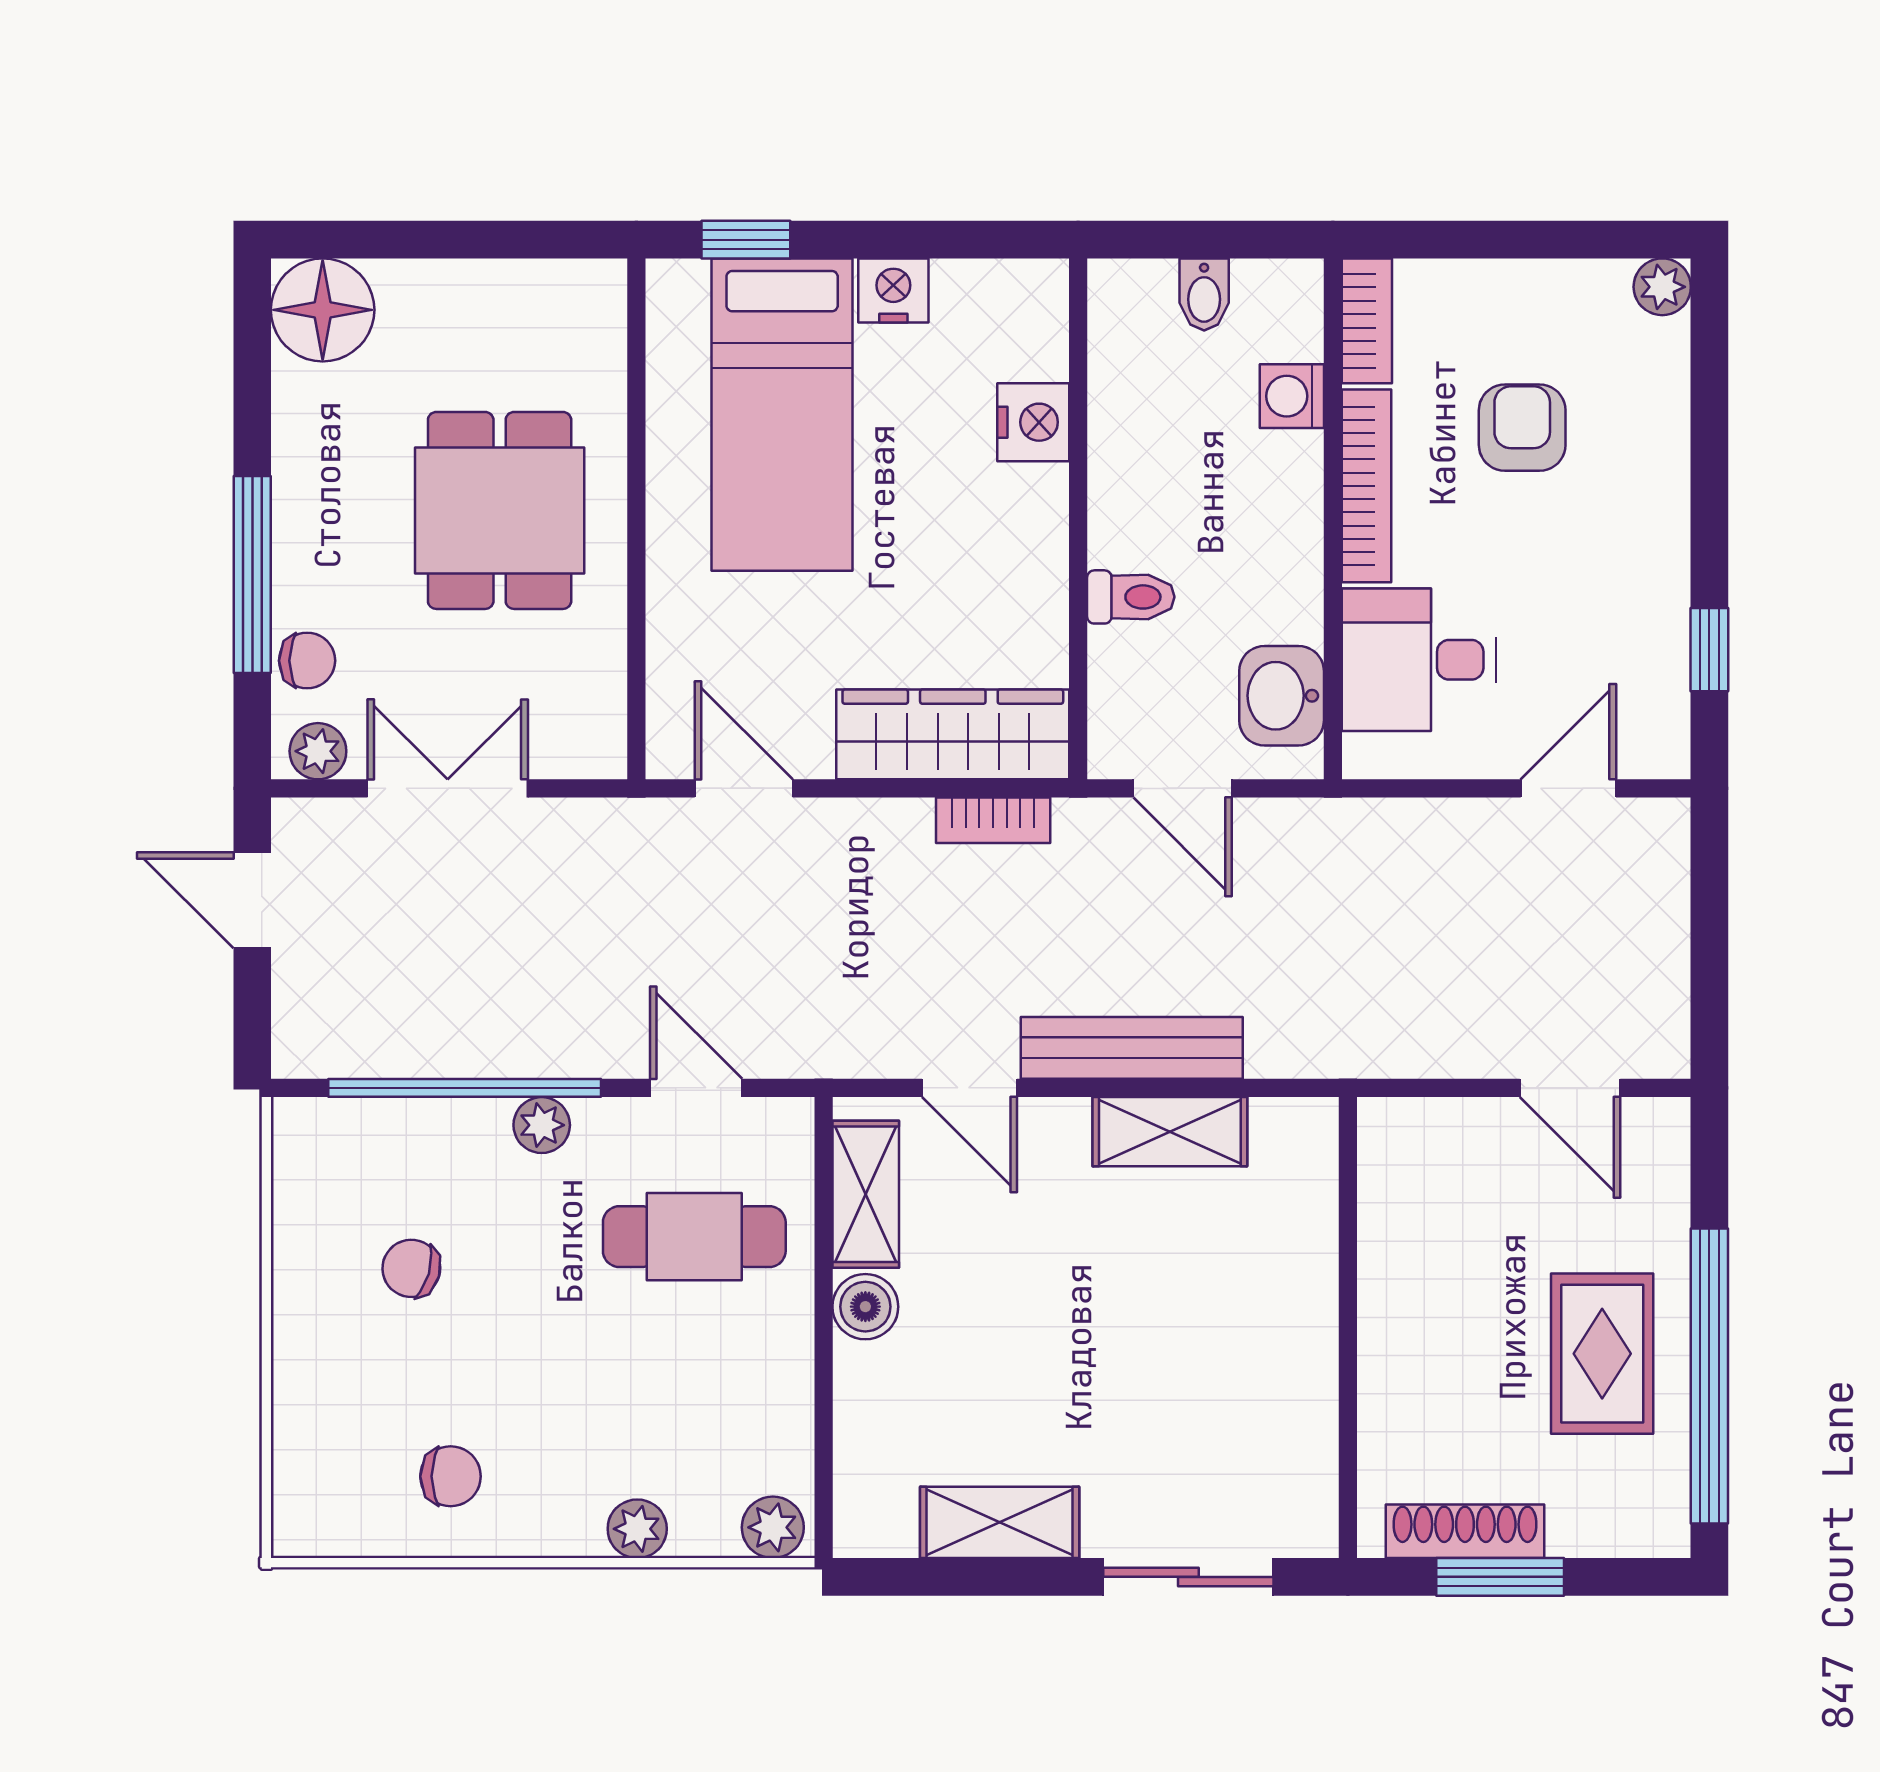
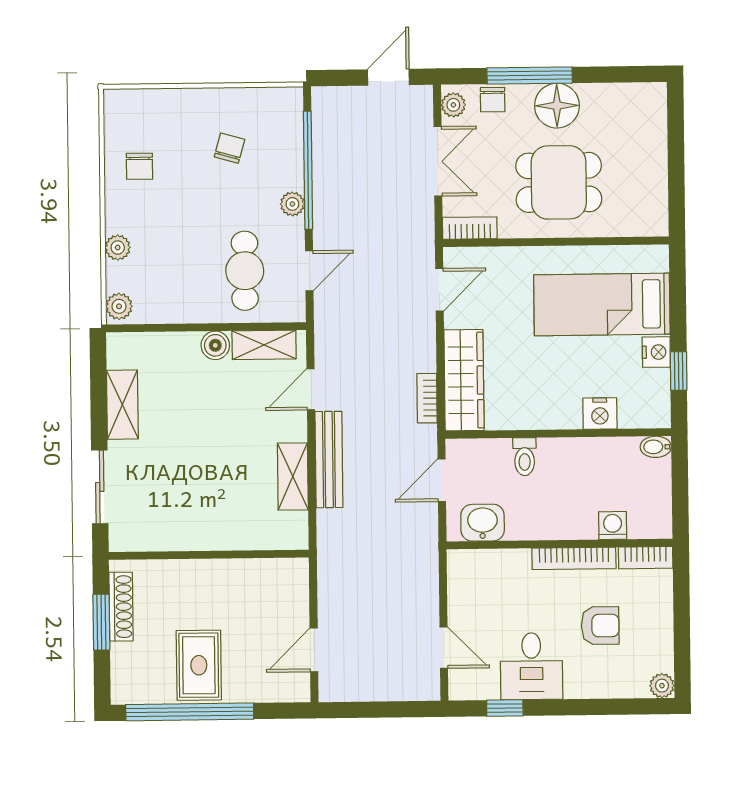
window: (746, 240) -> (679, 371), moved
bidet: (1204, 294) -> (656, 447), moved
floor lamp: (323, 310) -> (557, 106), moved
desk: (1419, 660) -> (531, 666), moved, turned 180
bookcase: (602, 717) -> (470, 228), added
rug: (1602, 1354) -> (199, 665), turned 90

